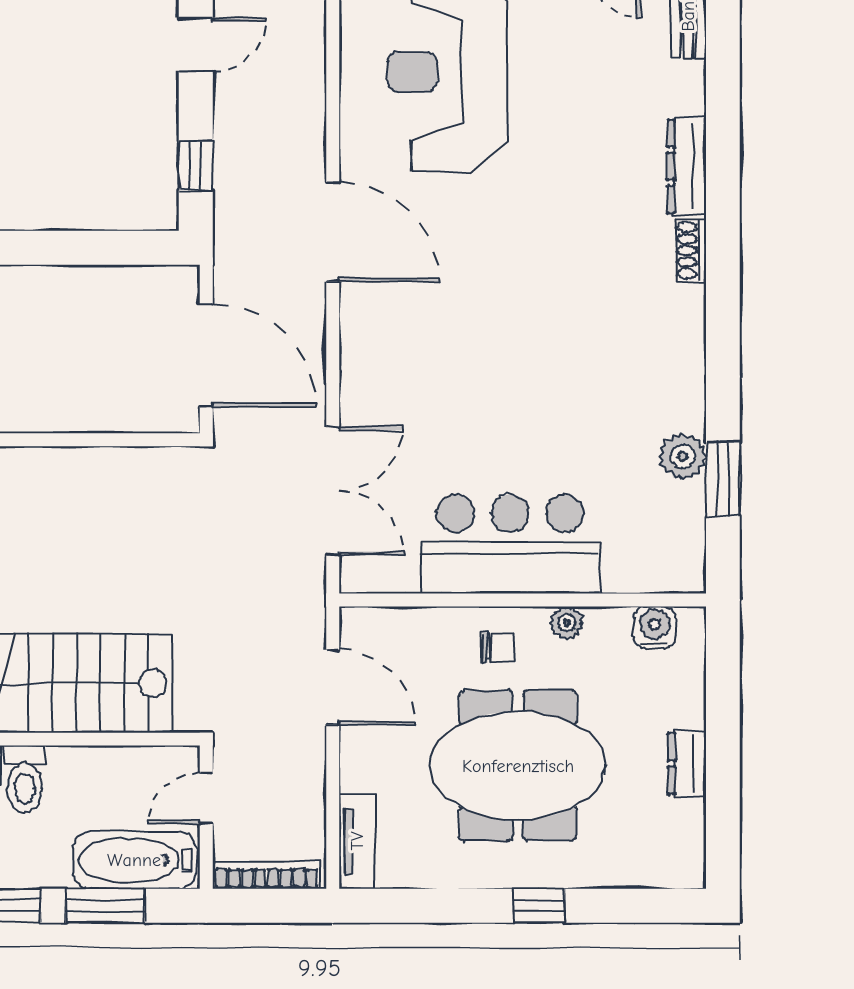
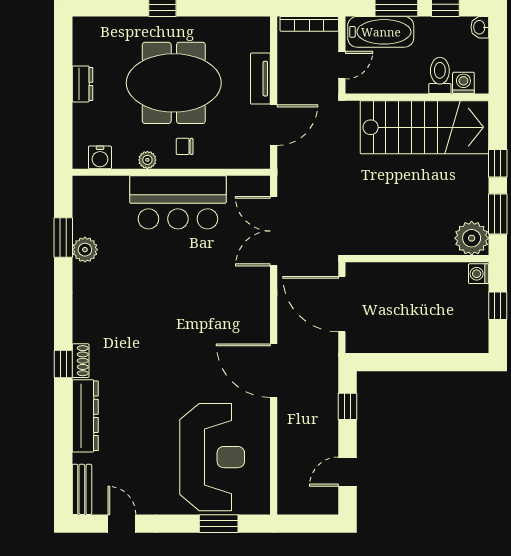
dresser: (687, 166) -> (85, 416), width x1.37, depth x1.24
window: (723, 244) -> (63, 364), added
door: (333, 687) -> (274, 125), swing flipped
tv unit: (357, 841) -> (260, 79), moved

